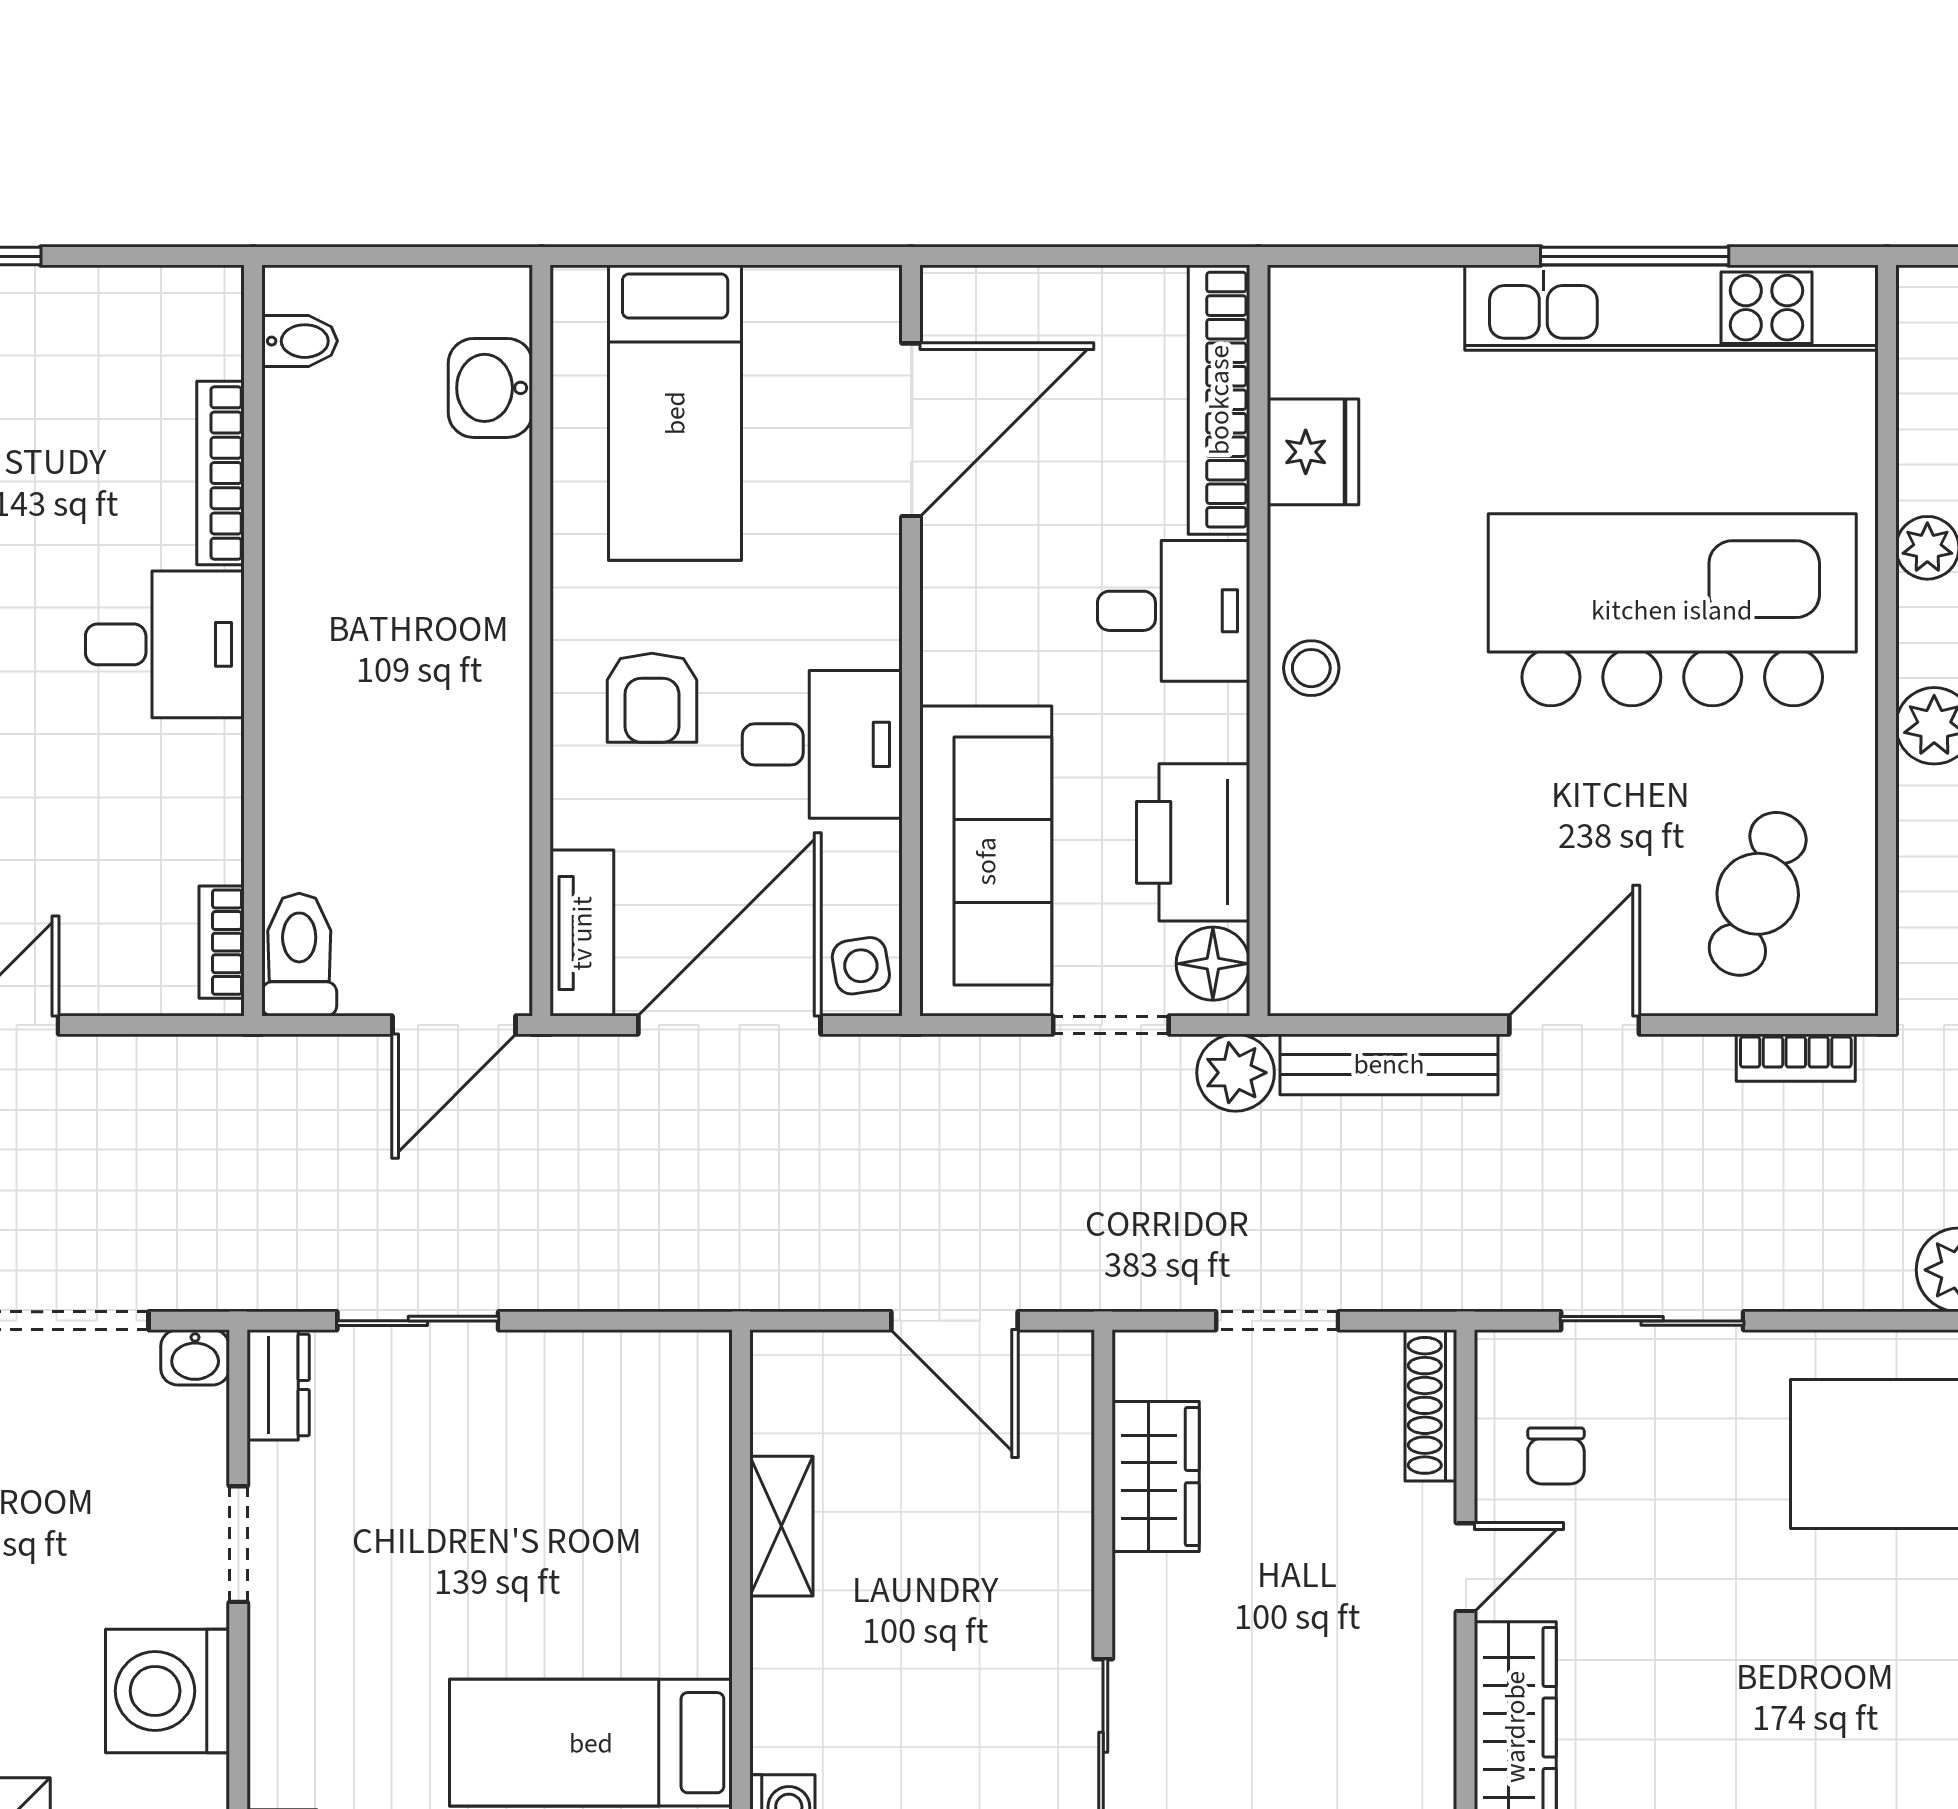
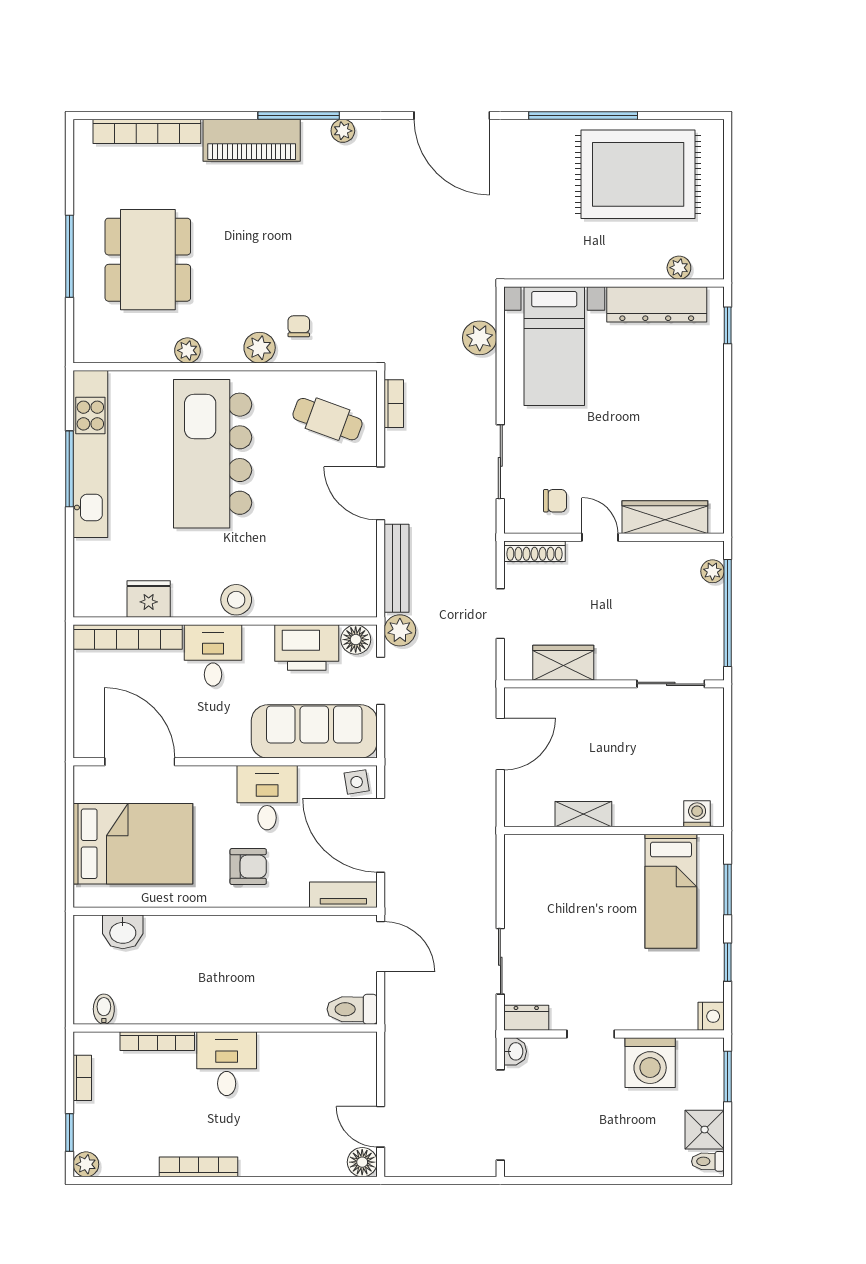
bed: (675, 413) -> (133, 844), width x1.50
stool: (1311, 668) -> (236, 600), width x1.37, depth x1.37
bookcase: (222, 942) -> (82, 1078), moved, turned -90

